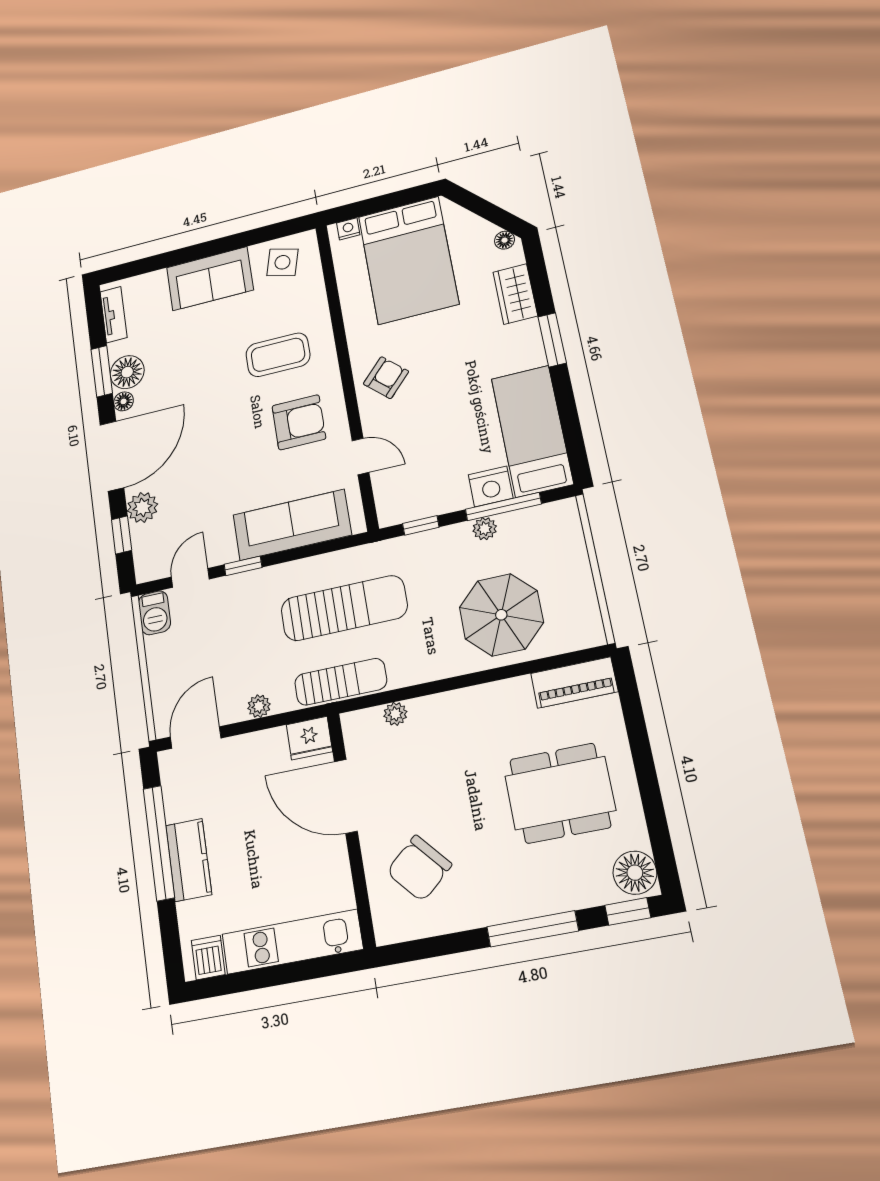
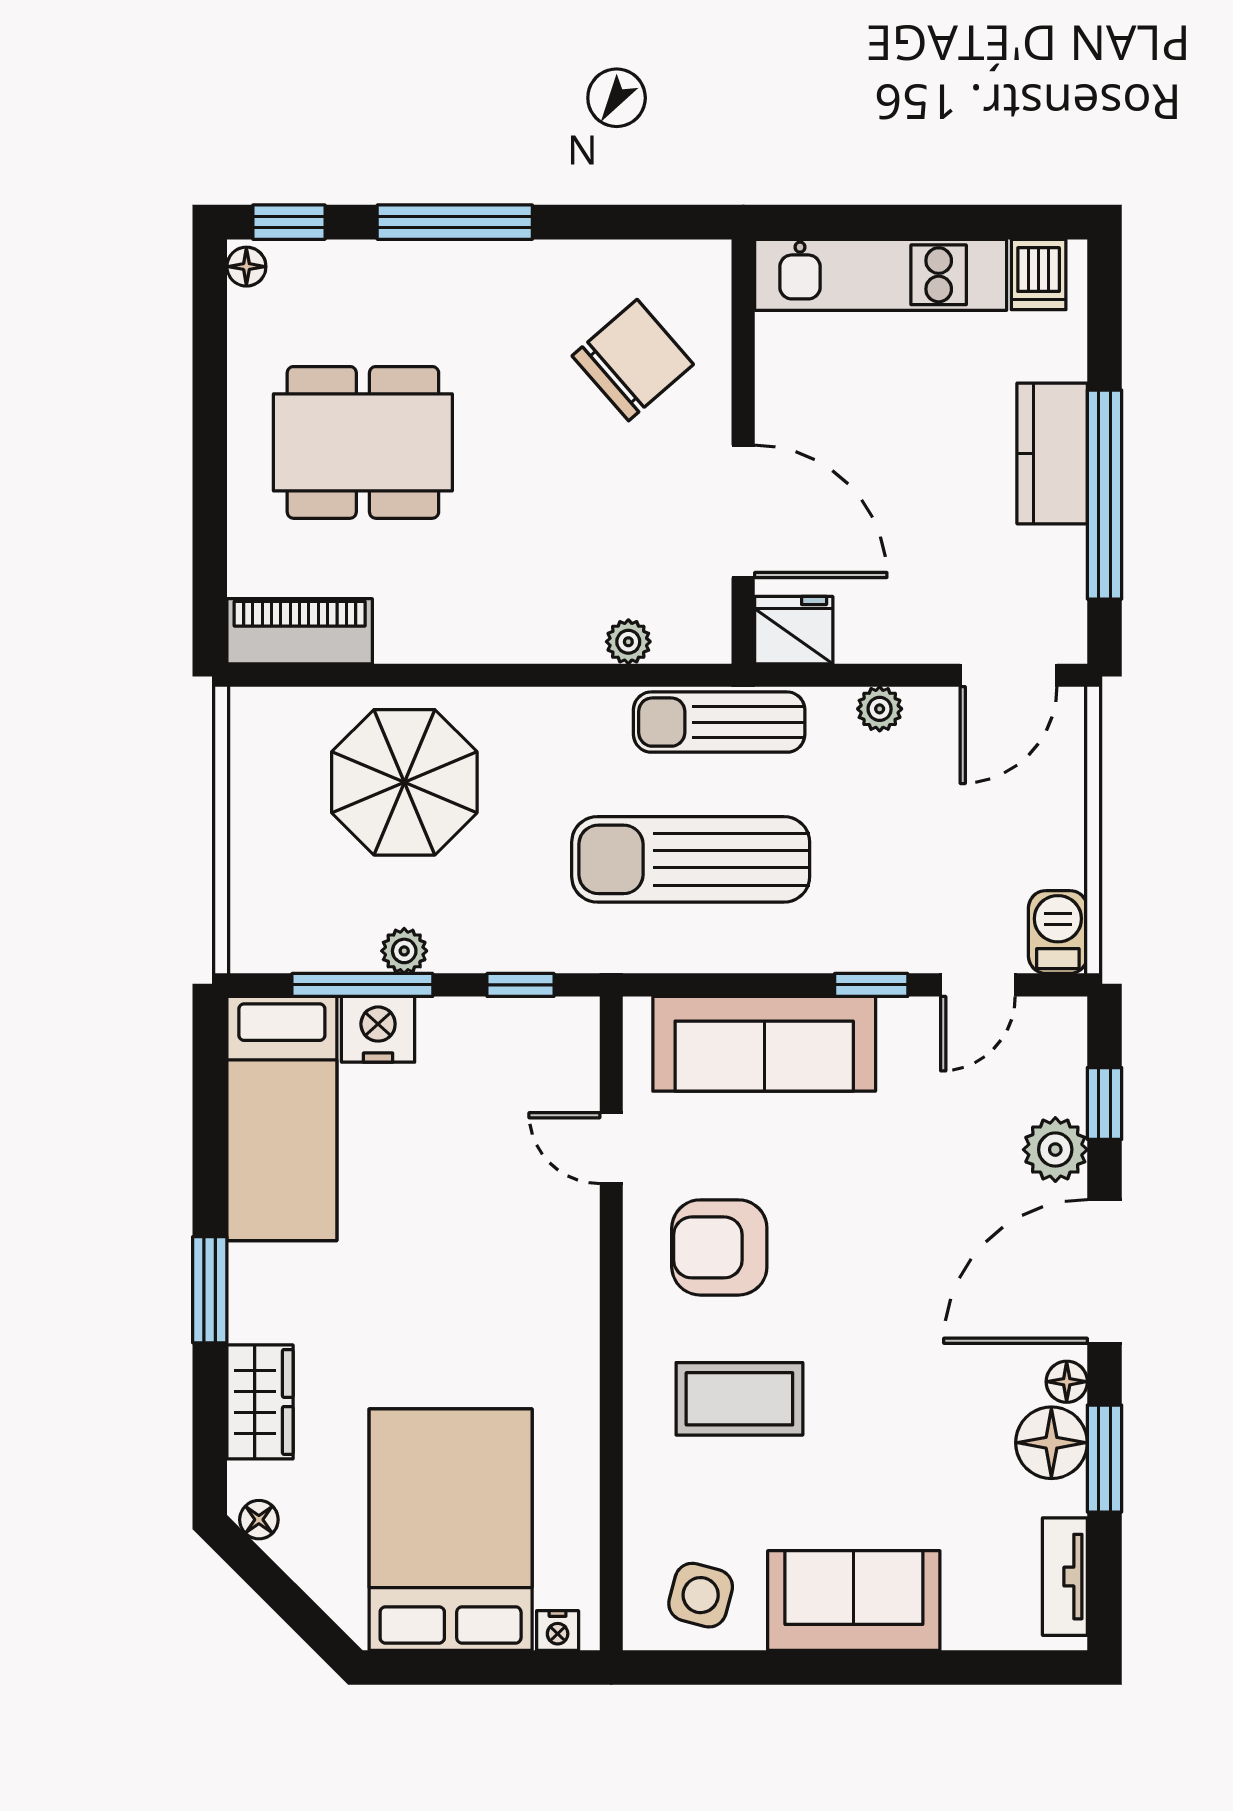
armchair: (386, 378) -> (536, 1296), removed
floor lamp: (635, 873) -> (246, 267), width x0.53, depth x0.53

